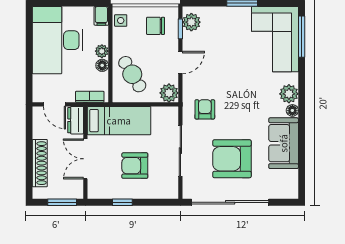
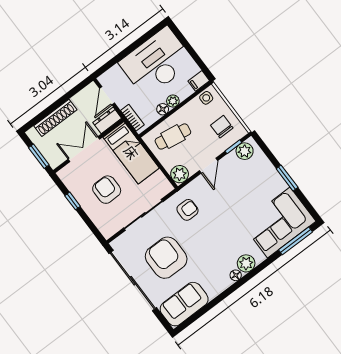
door: (180, 63) -> (208, 166), hinge flipped
cafe table: (132, 74) -> (173, 136), turned 40
sofa: (284, 143) -> (184, 304), moved

